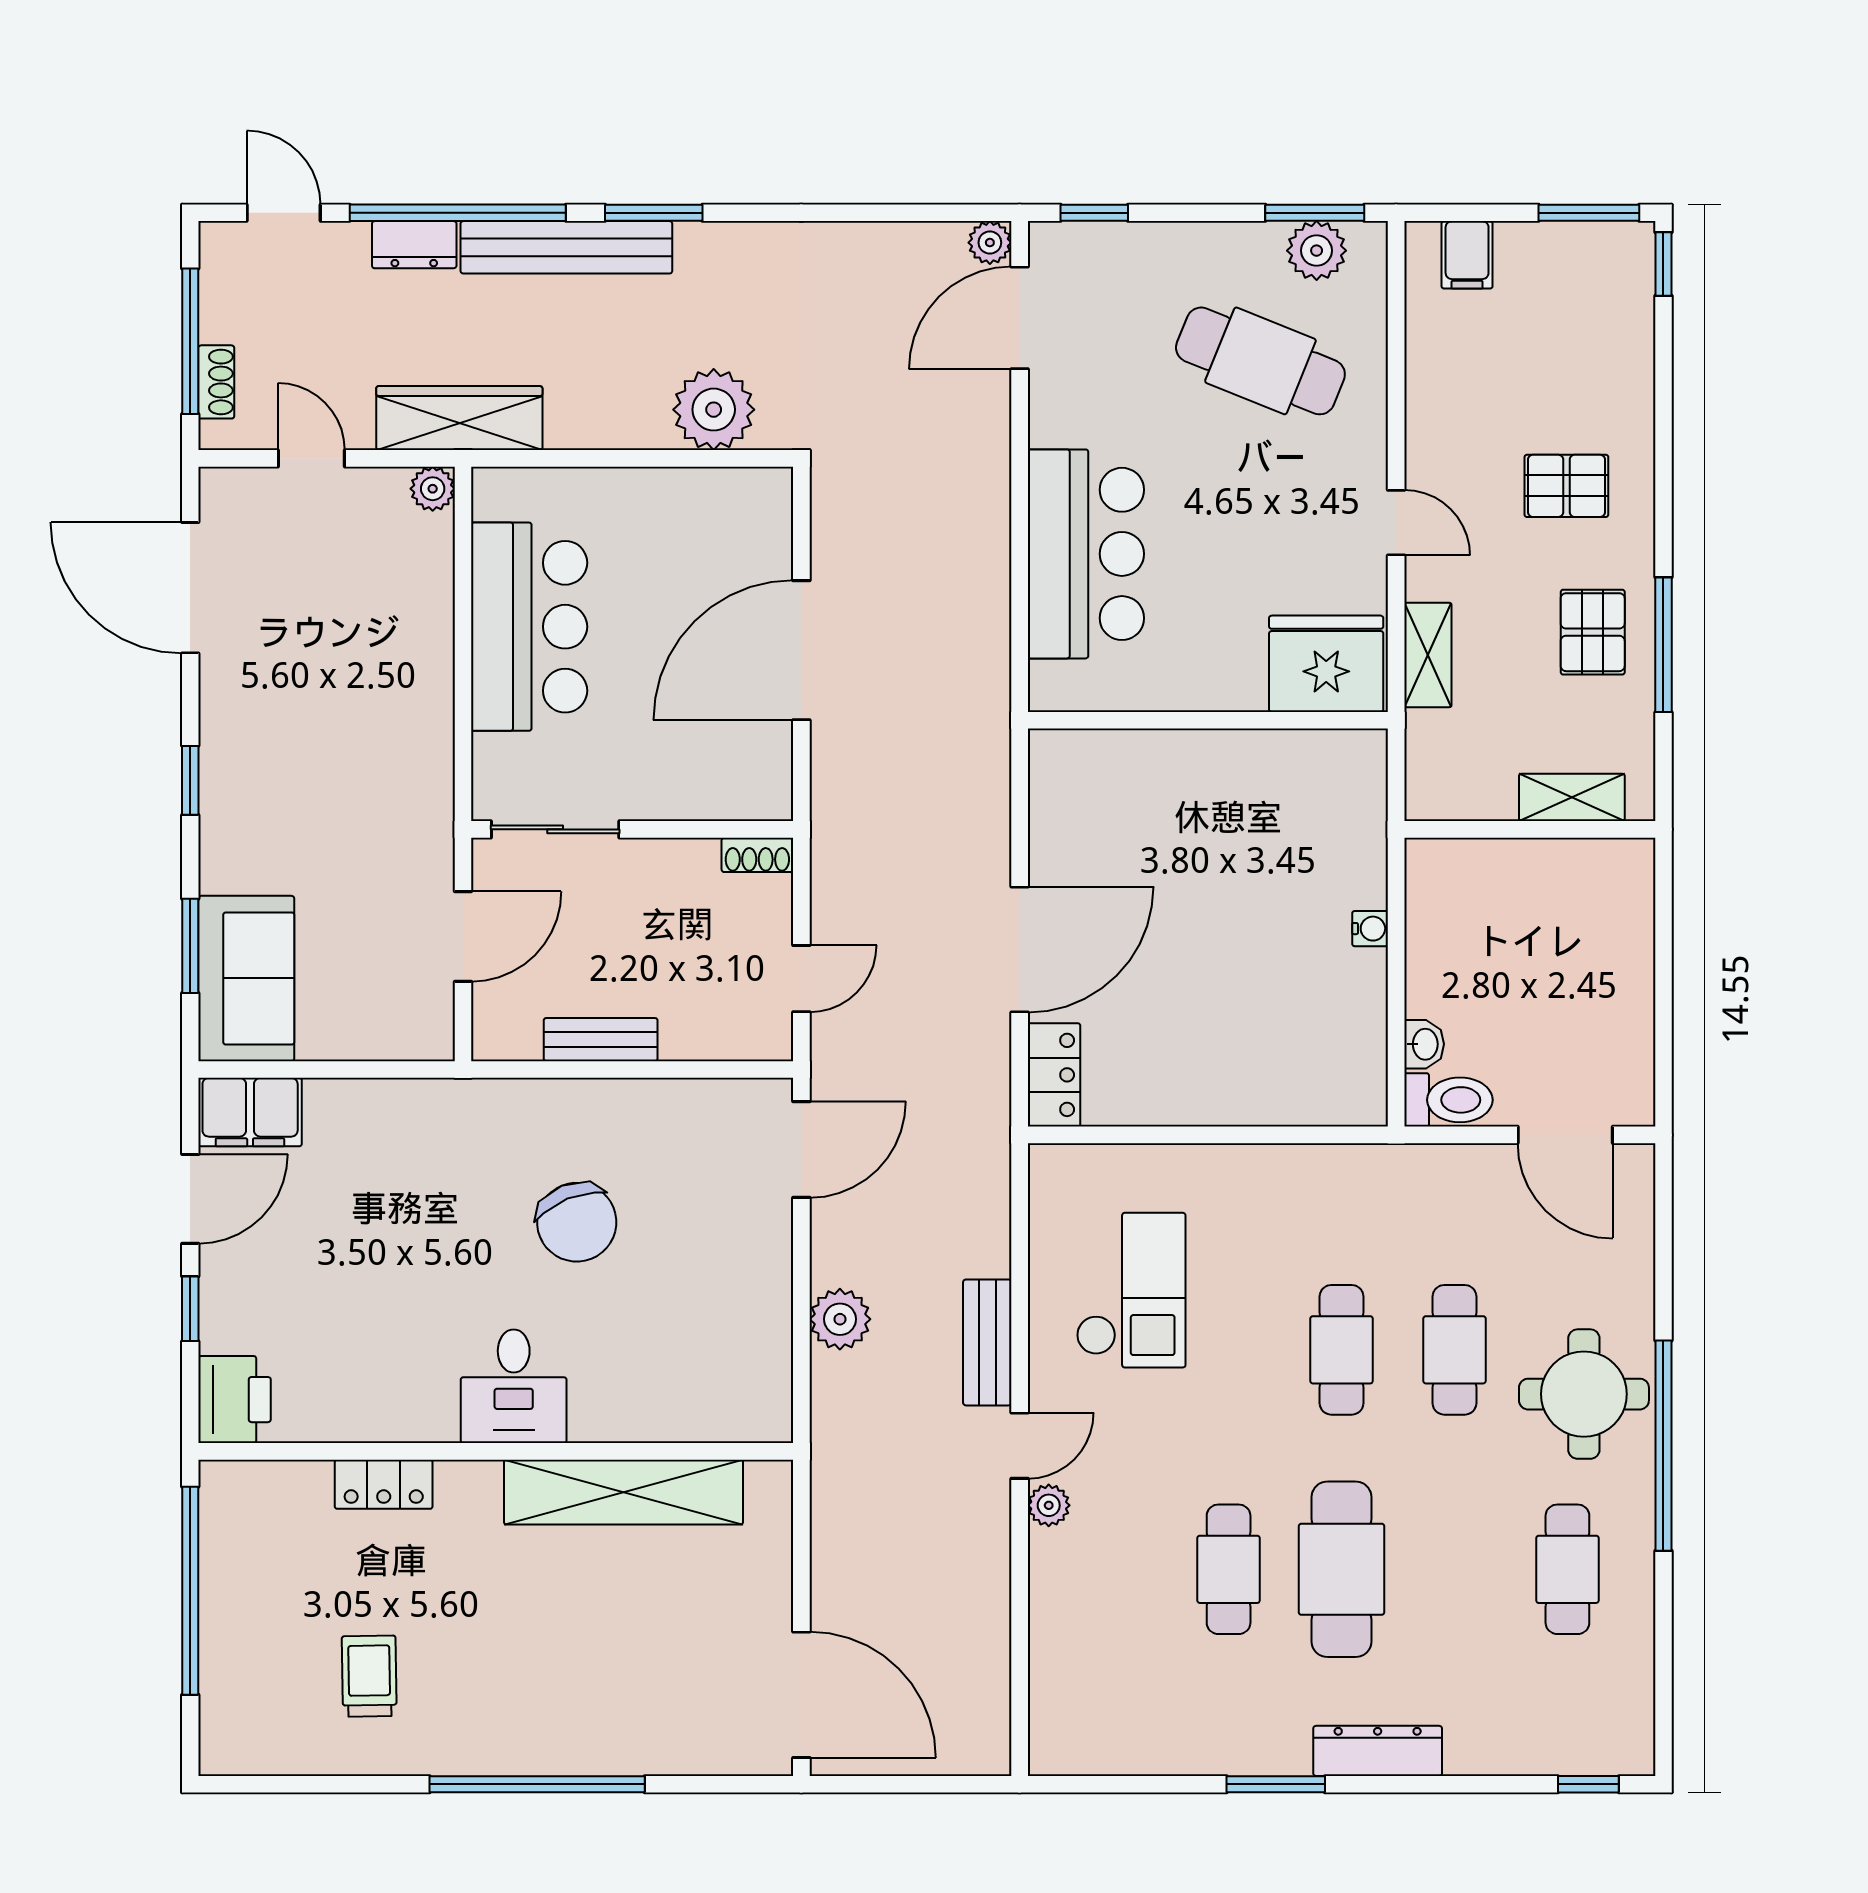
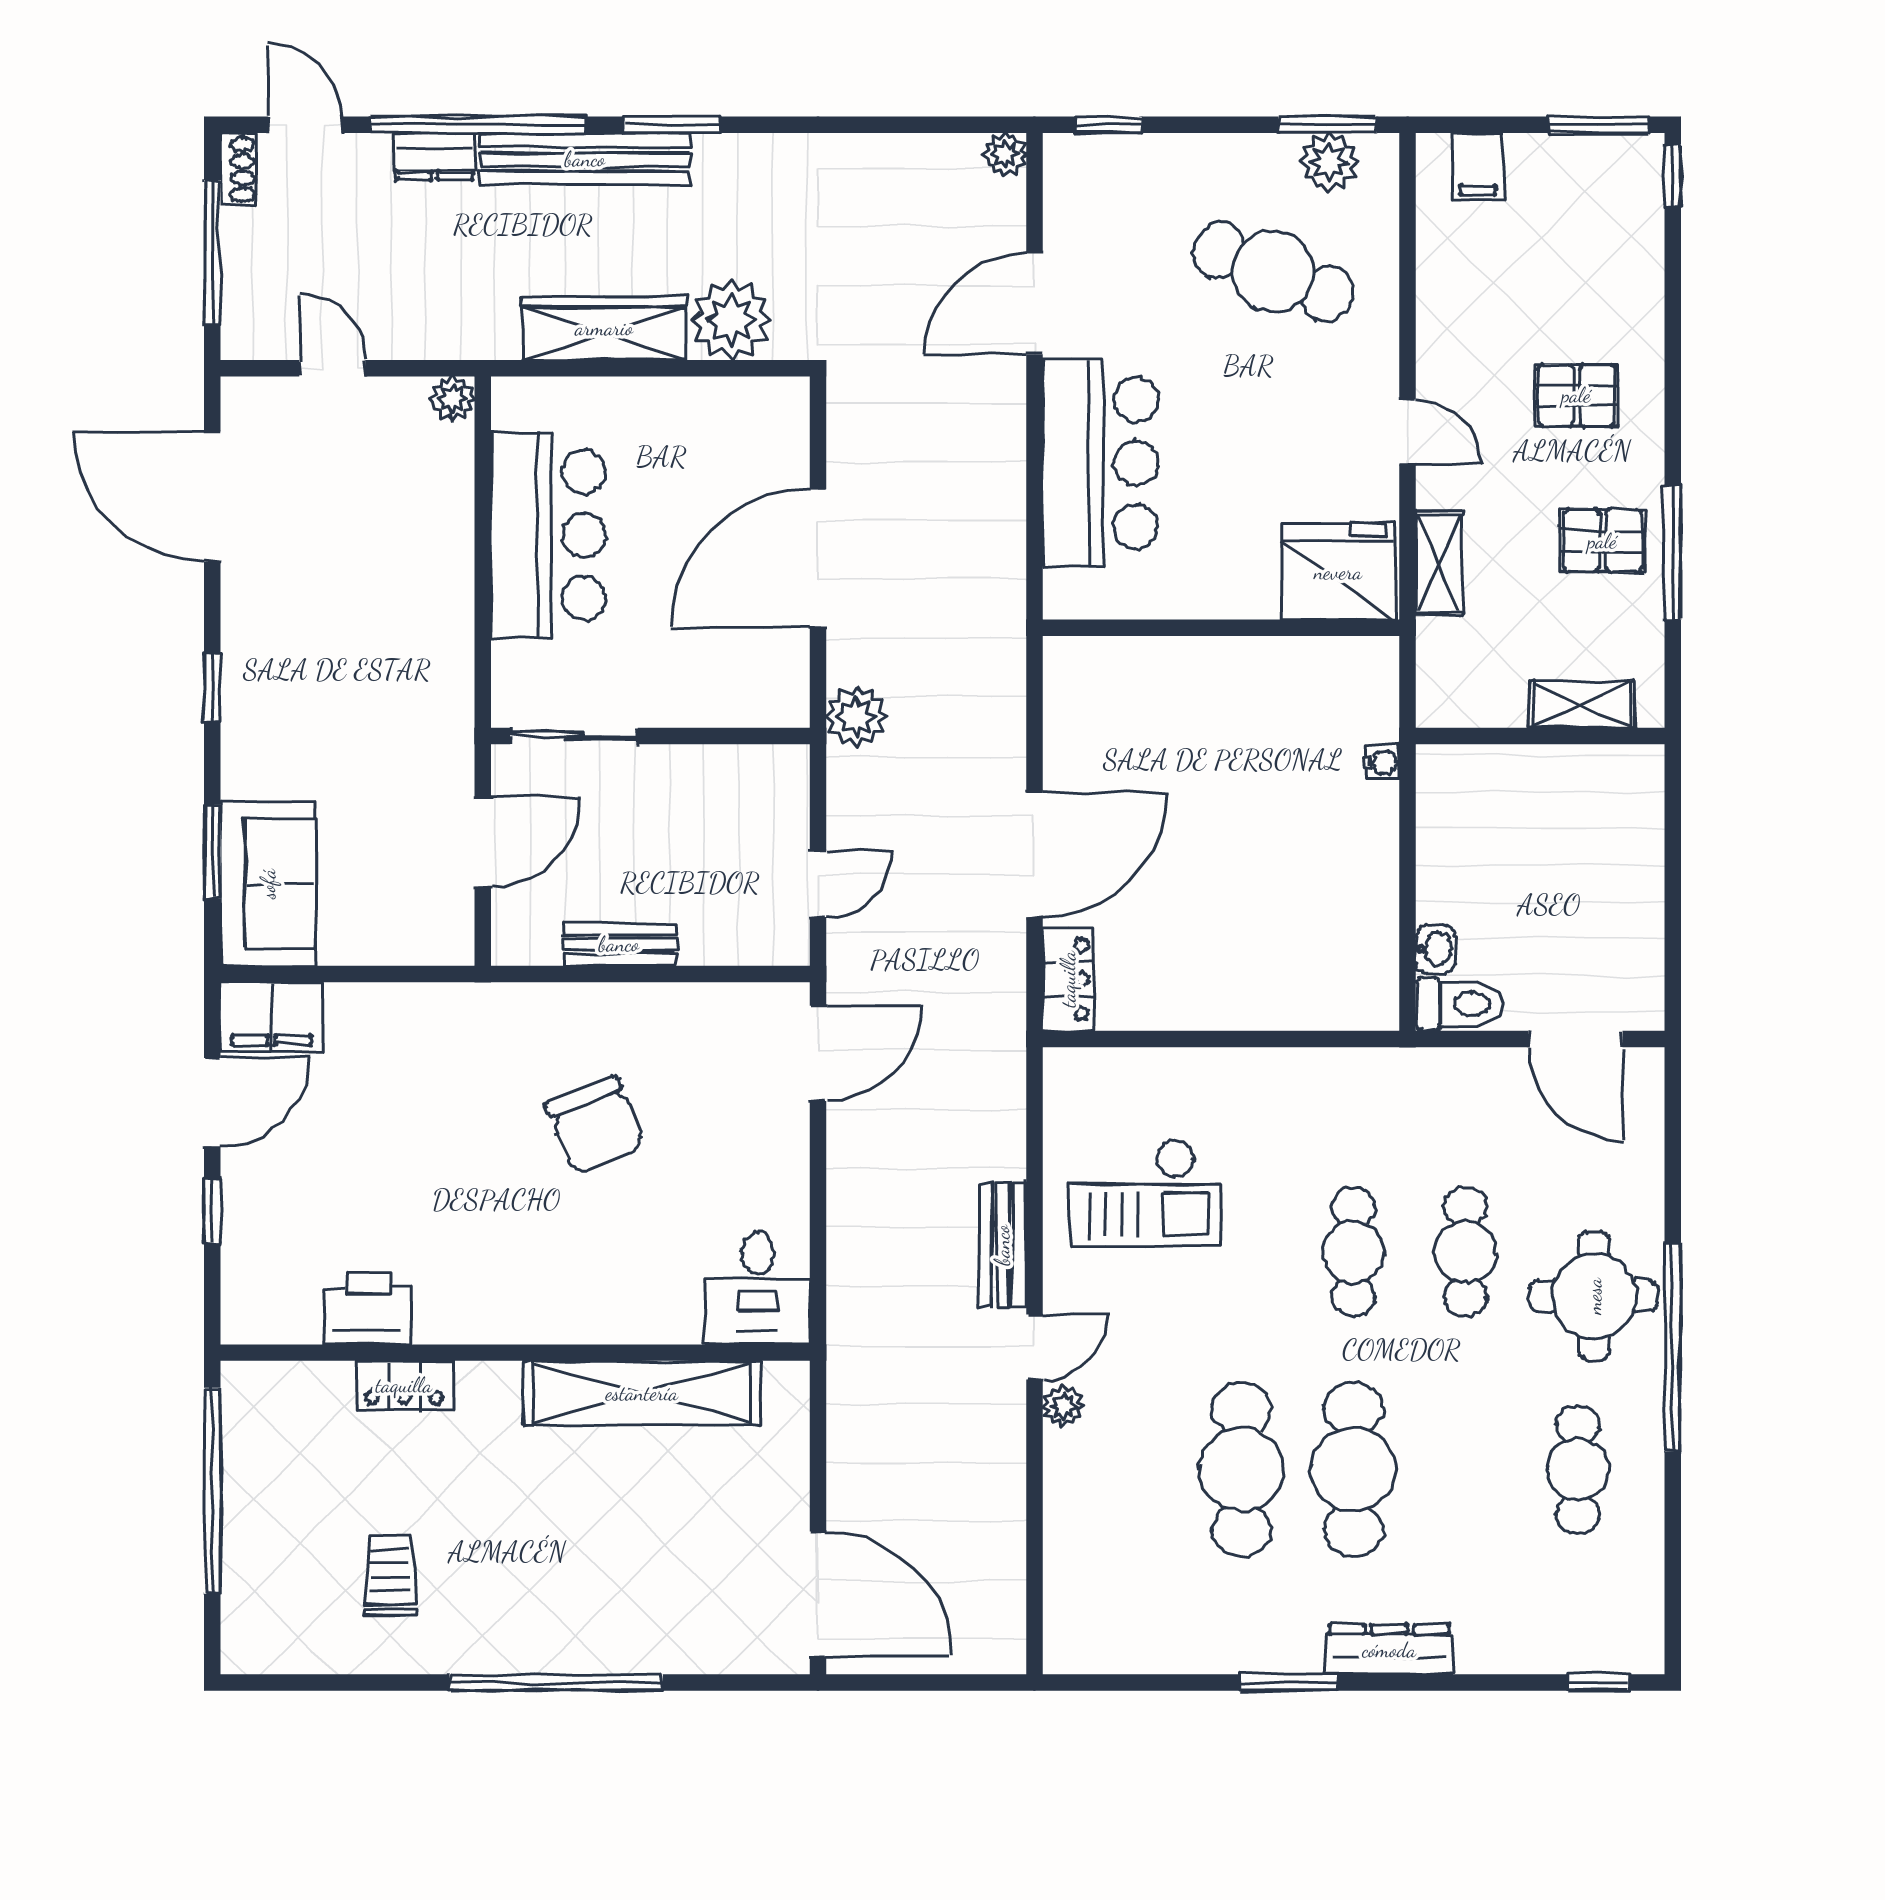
door: (1020, 318) -> (1034, 304), moved
shoe rack: (216, 382) -> (238, 169), moved
wardrobe: (459, 418) -> (604, 328), moved
pallet: (1593, 632) -> (1602, 541), turned 90
shoe rack: (757, 855) -> (775, 761), removed
water cooler: (1370, 929) -> (1382, 762), moved
checkout: (1131, 1290) -> (1145, 1193), turned 90
plant: (840, 1319) -> (856, 717), moved
desk: (514, 1386) -> (758, 1288), moved
printer: (234, 1400) -> (368, 1309), moved, turned -90
cafe table: (1229, 1569) -> (1242, 1469), width x1.37, depth x1.35

